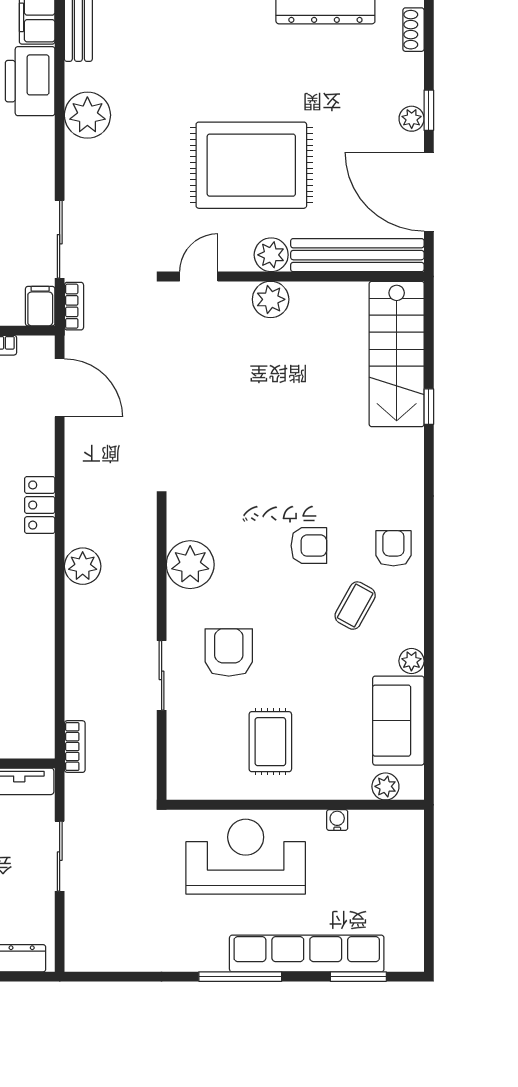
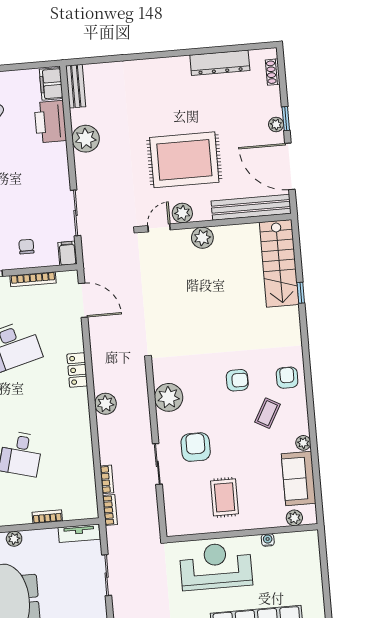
plant: (271, 255) -> (182, 213), moved
bookcase: (74, 306) -> (107, 479), moved

